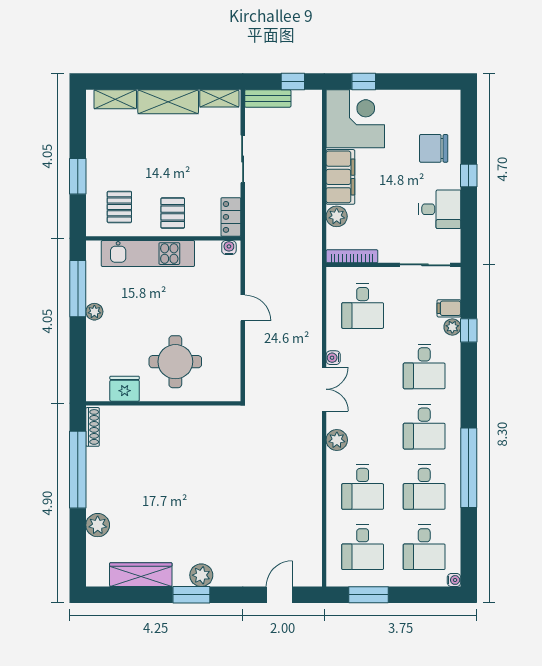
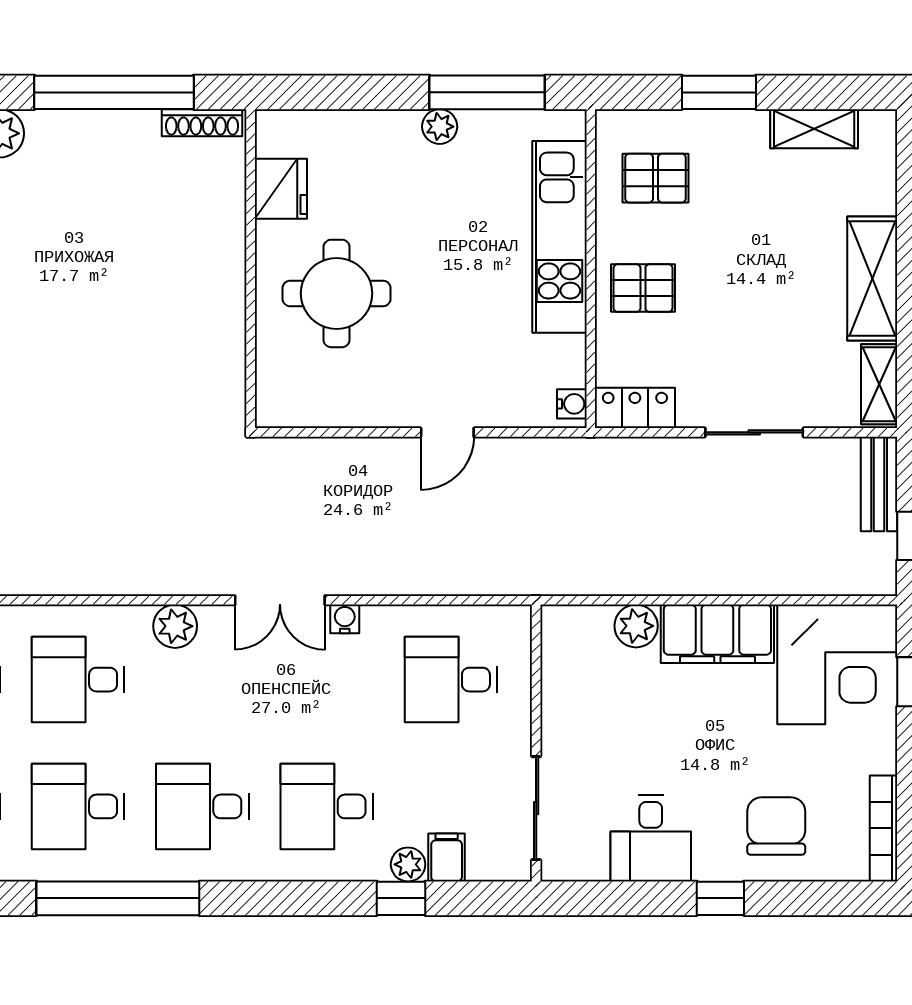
shelving: (115, 99) -> (814, 129), moved, turned 90
bookcase: (352, 256) -> (884, 828), moved, turned 180

